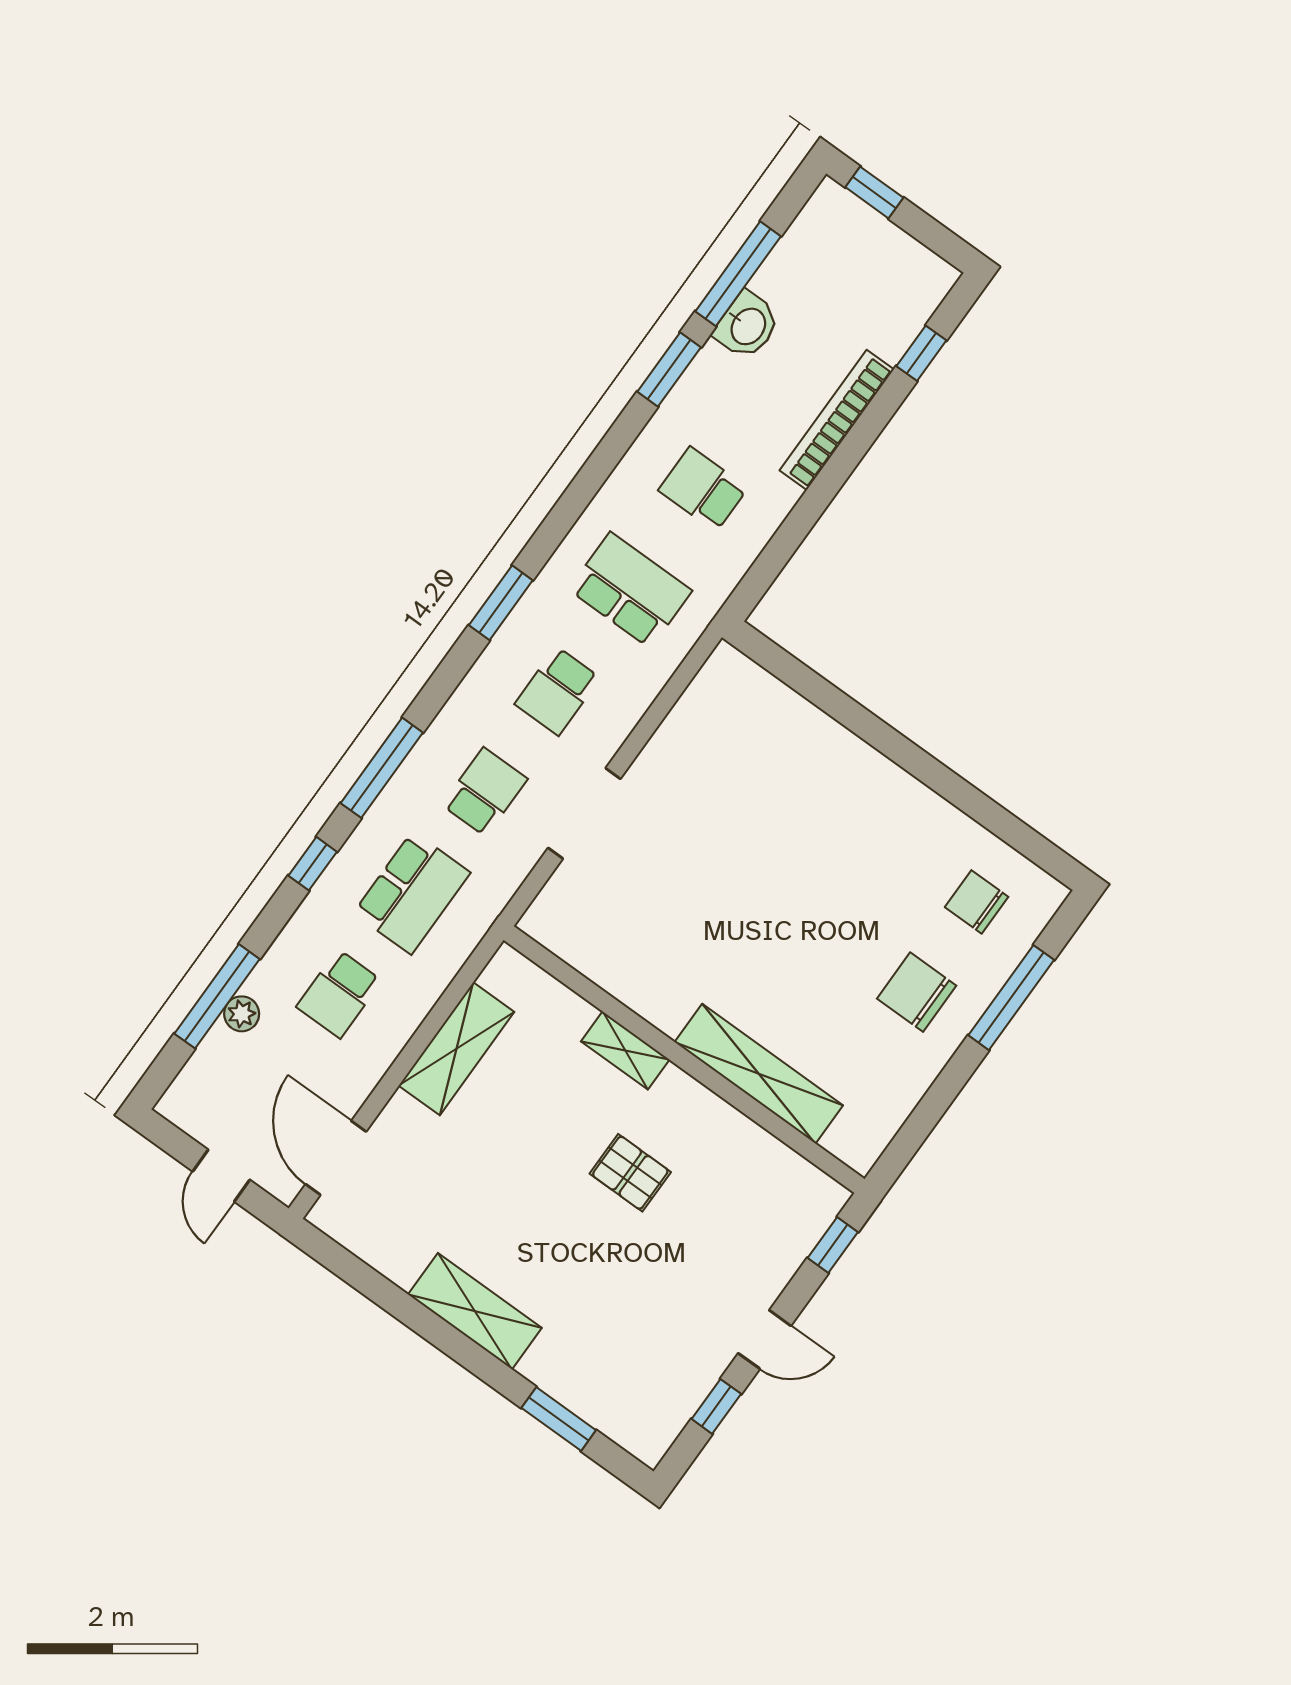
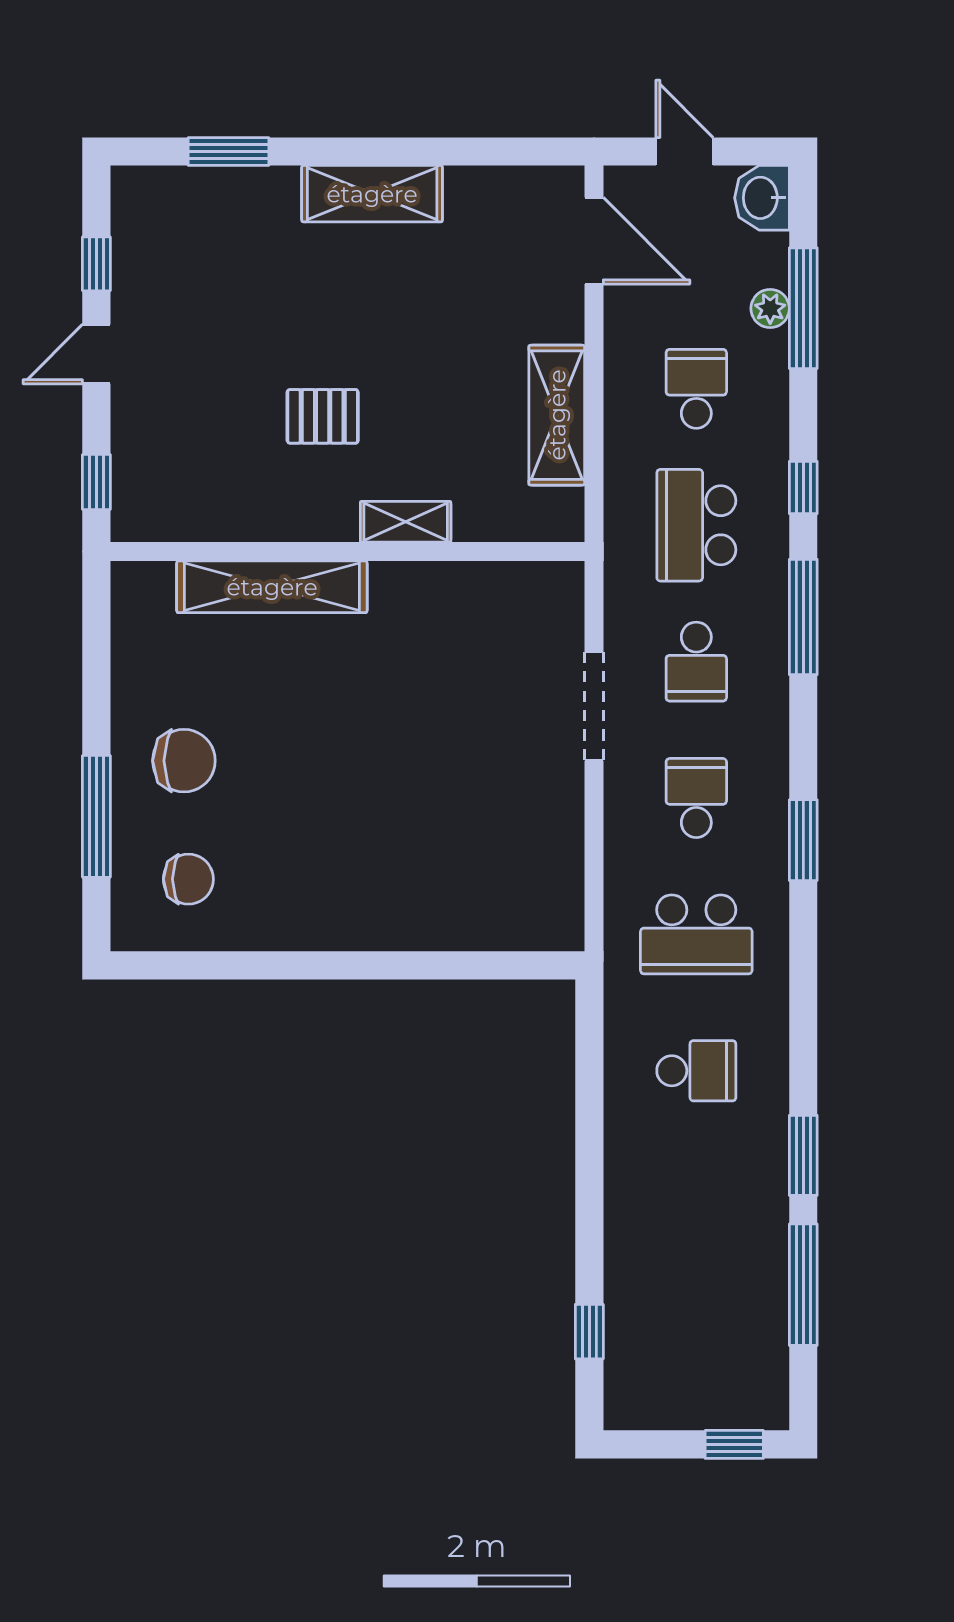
washbasin: (747, 326) -> (762, 198), moved
bookcase: (837, 420) -> (622, 1218), removed

